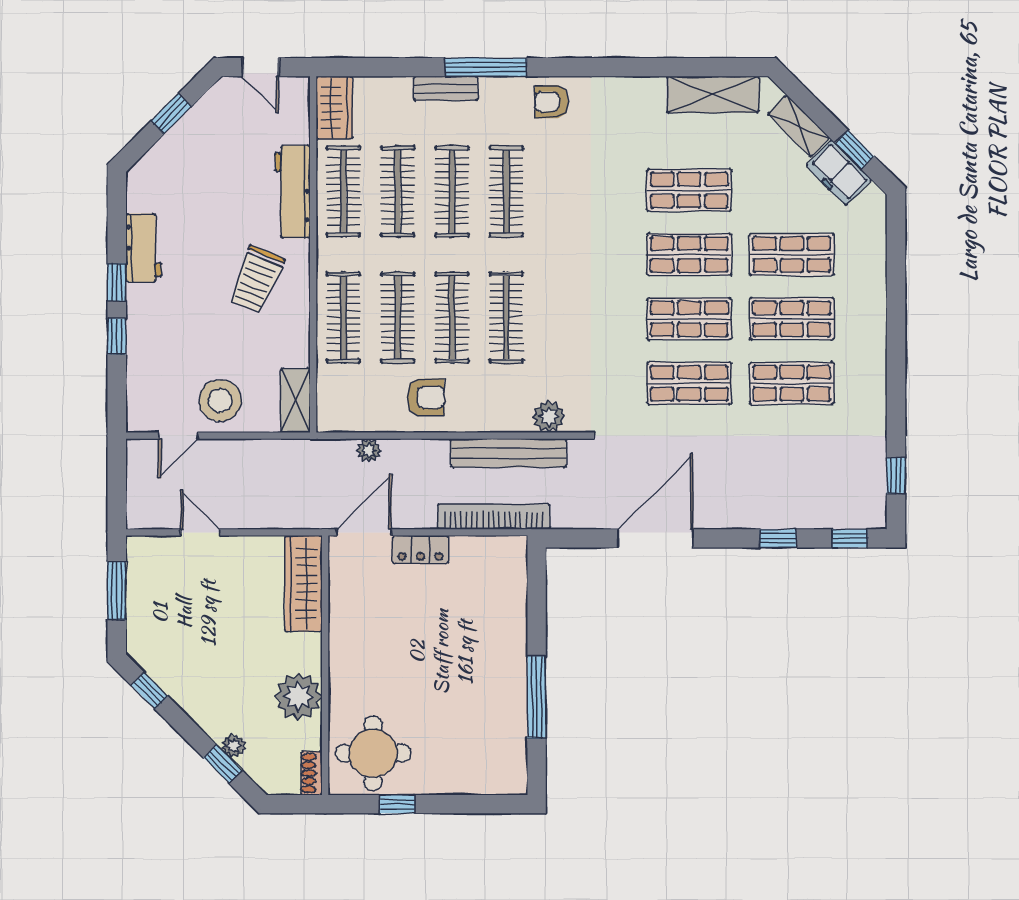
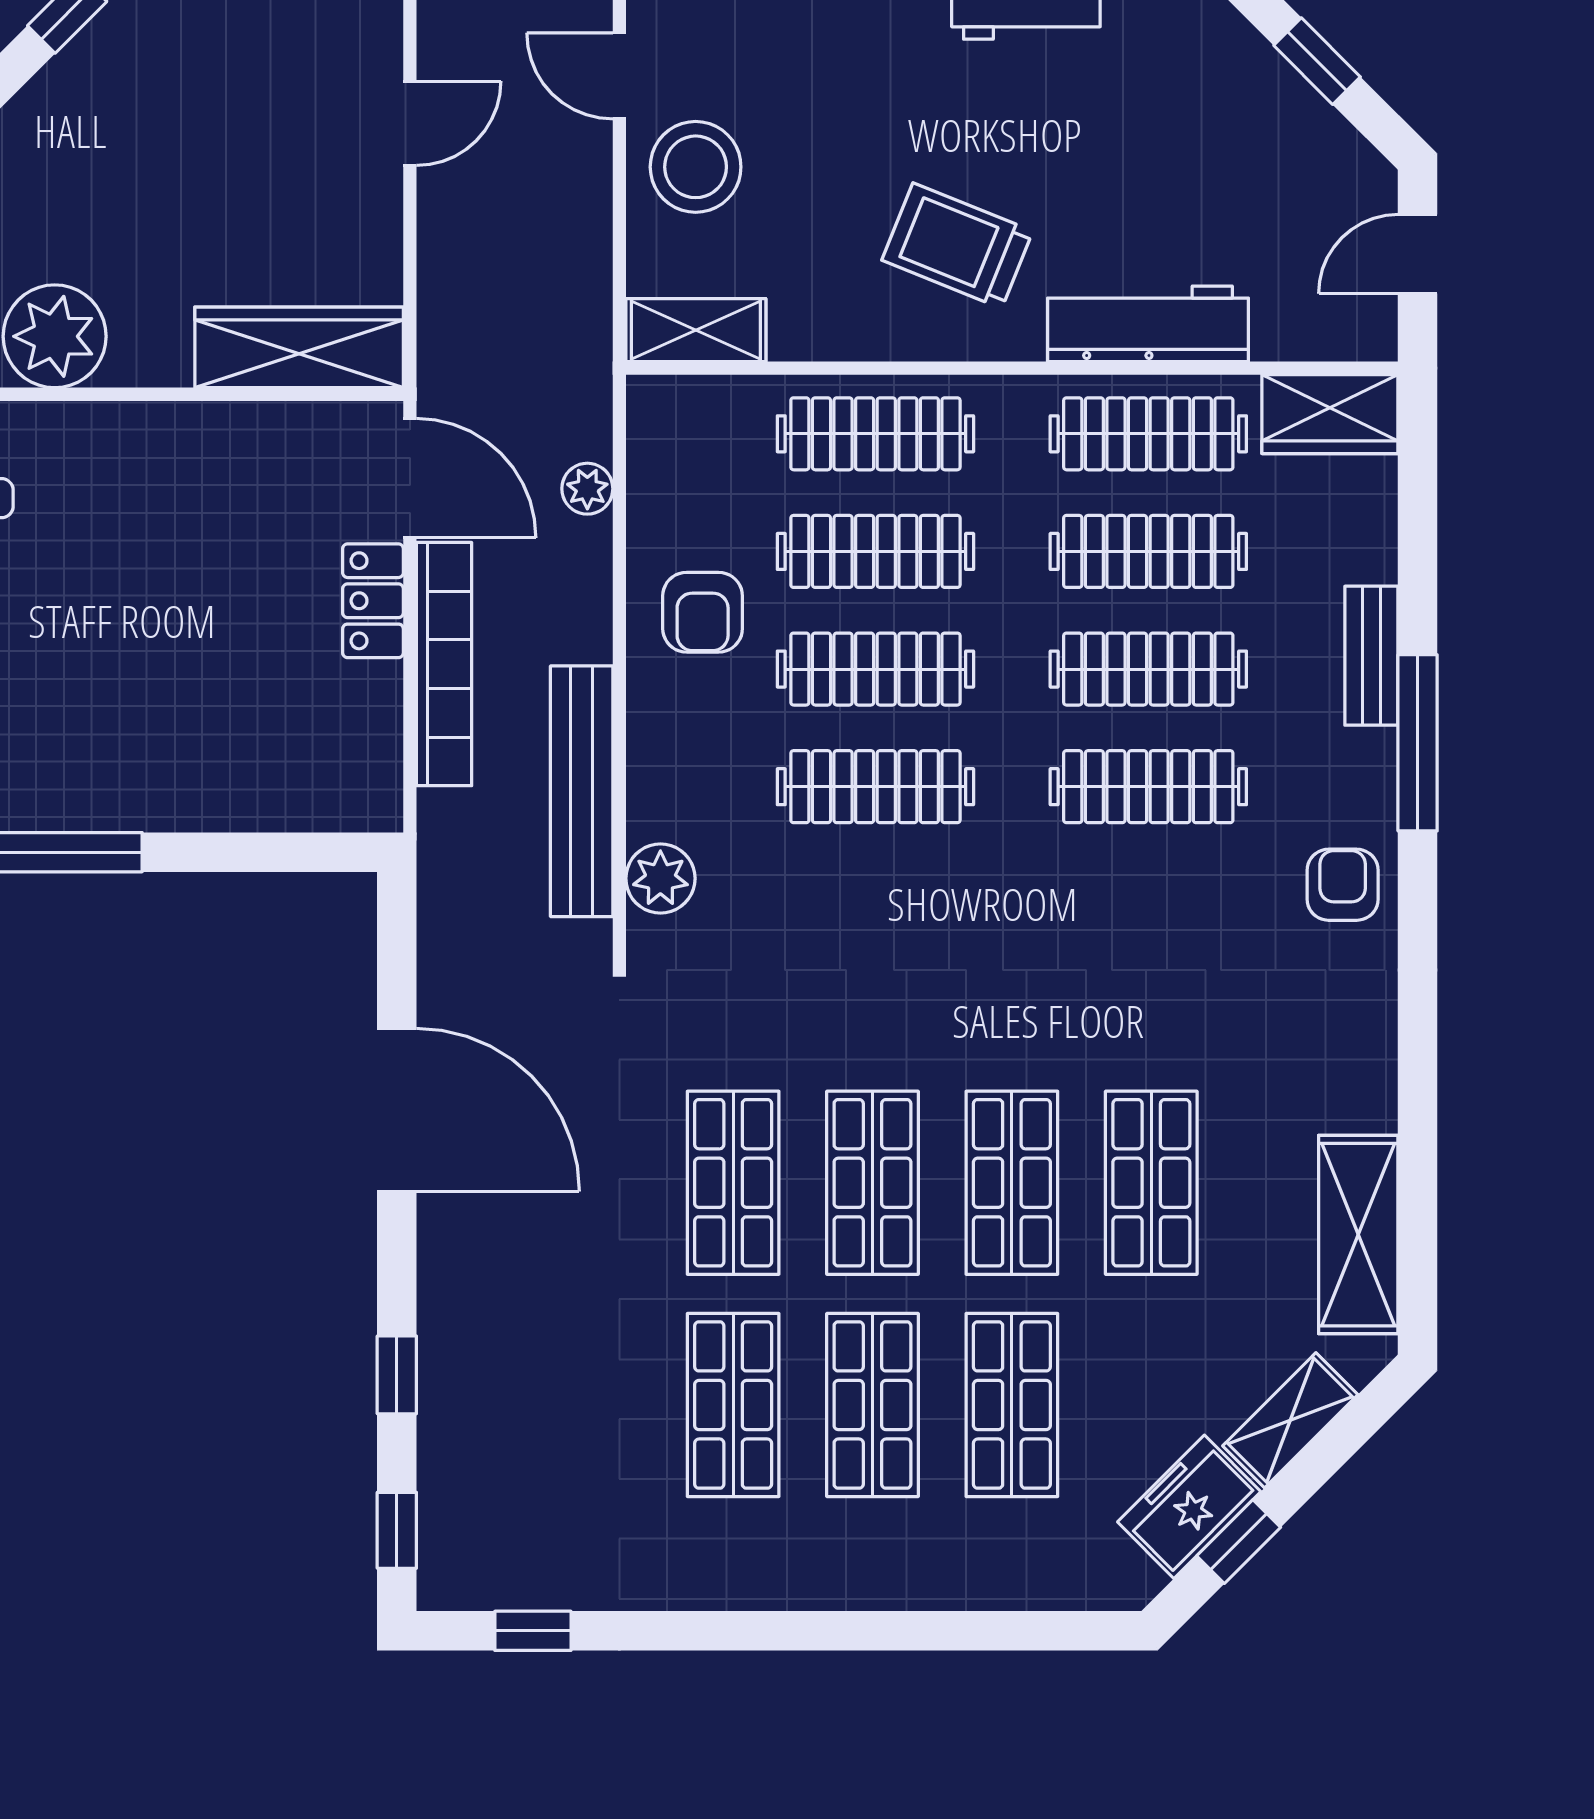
bookcase: (494, 517) -> (444, 664), moved

